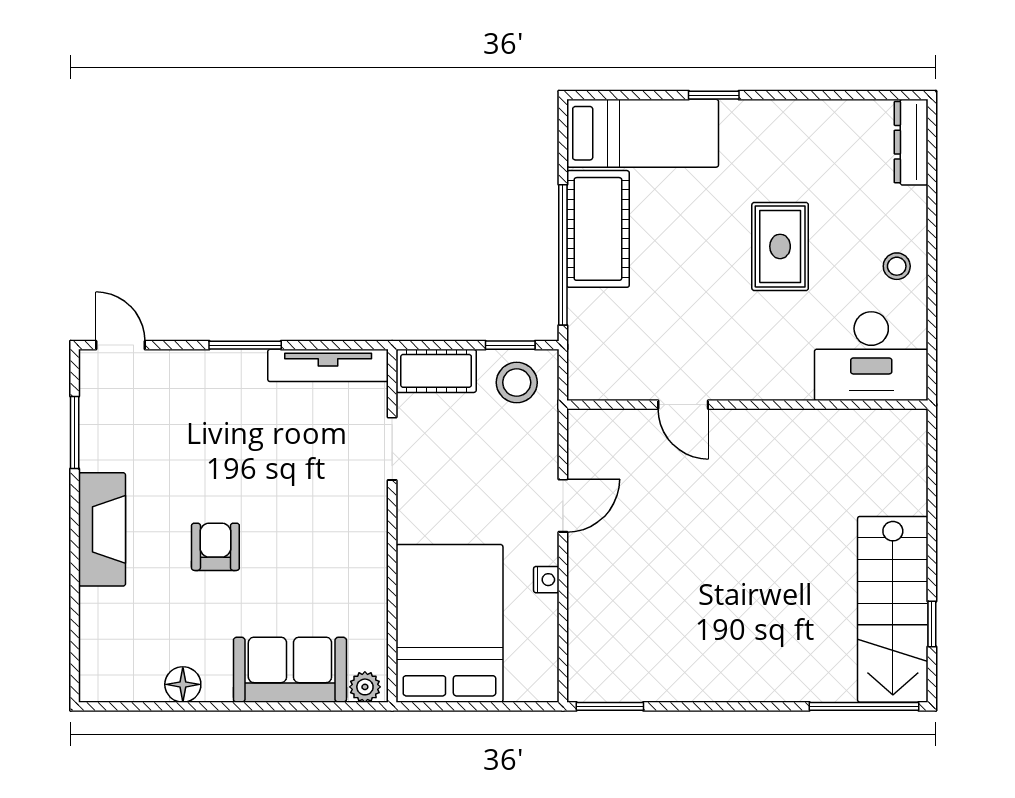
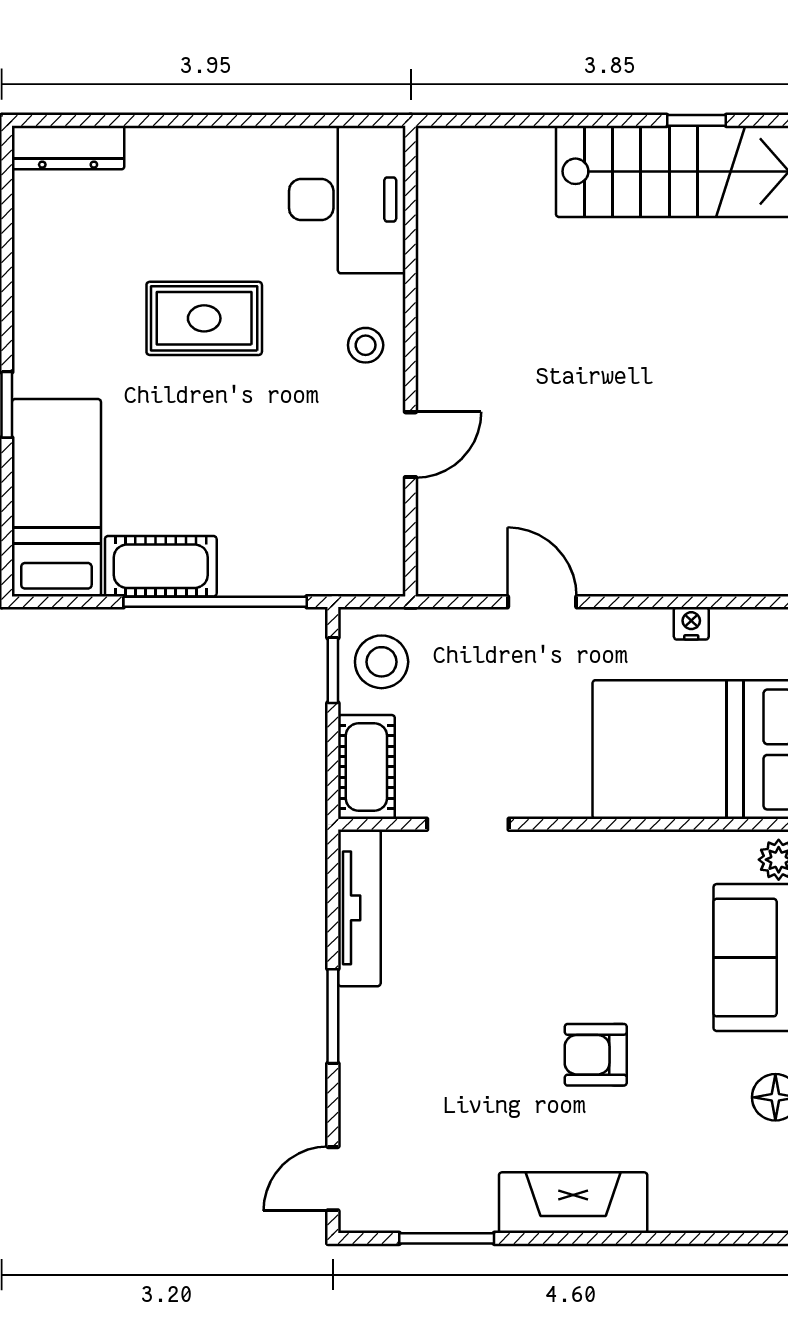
cot: (598, 229) -> (161, 566), width x0.73, depth x0.75
stool: (897, 266) -> (366, 345), moved
nightstand: (546, 580) -> (691, 623), moved

